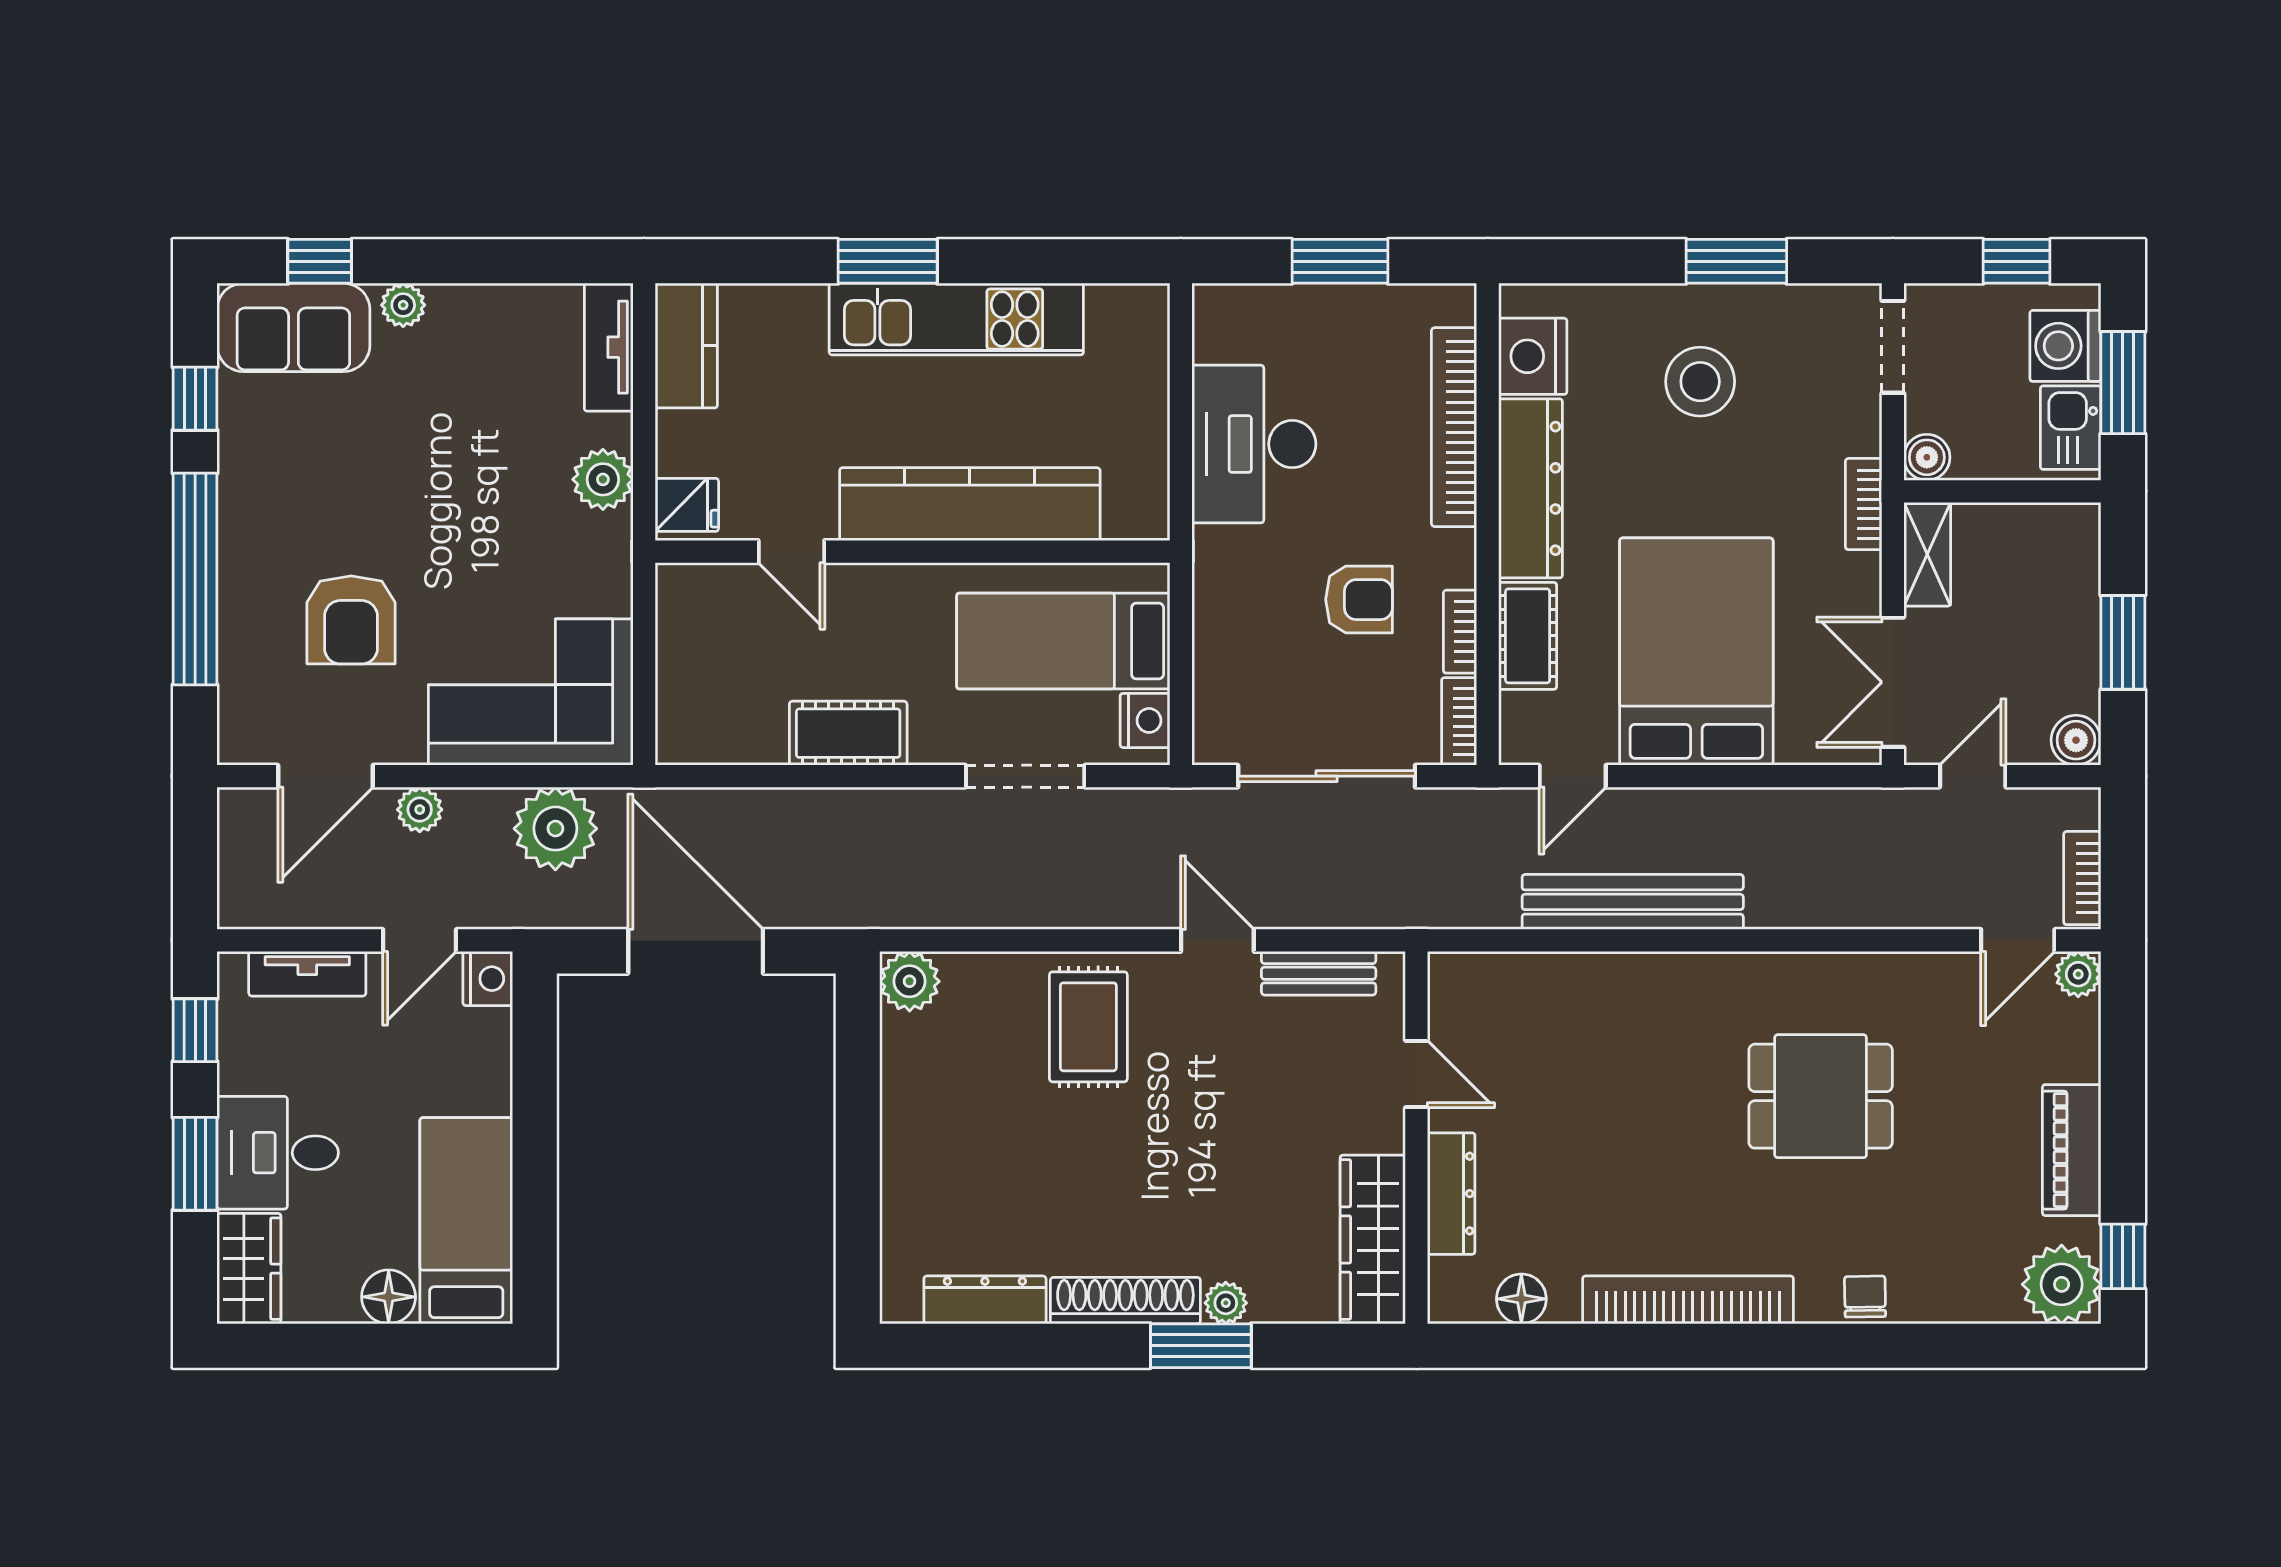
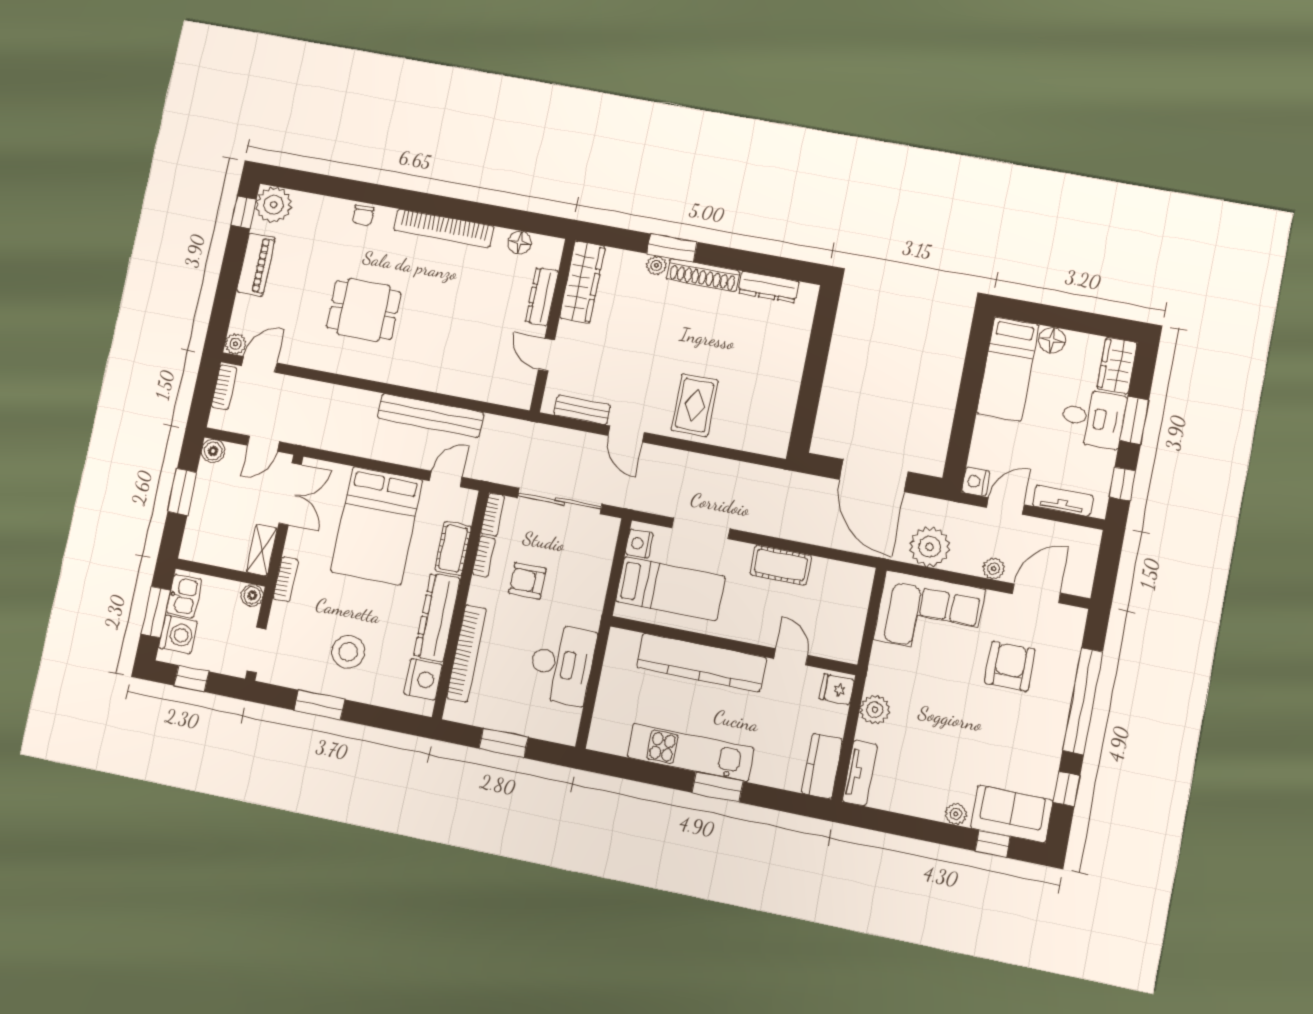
plant: (910, 981) -> (775, 442), removed

